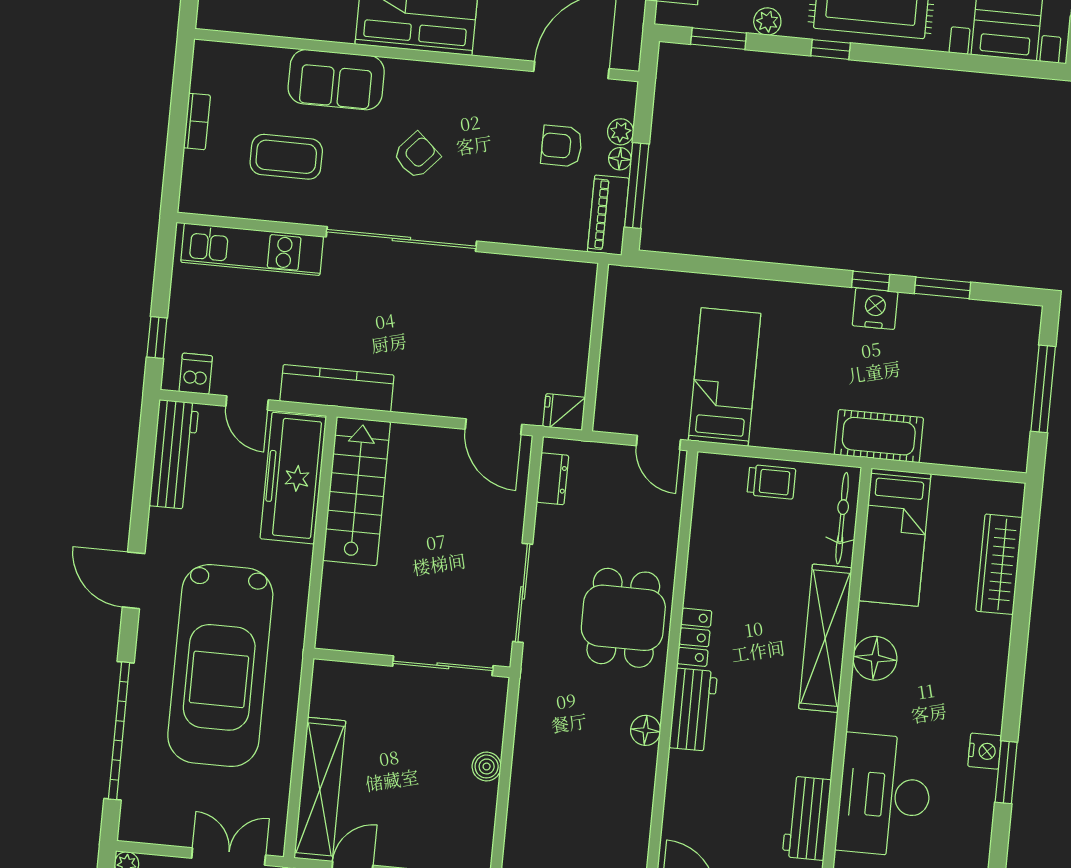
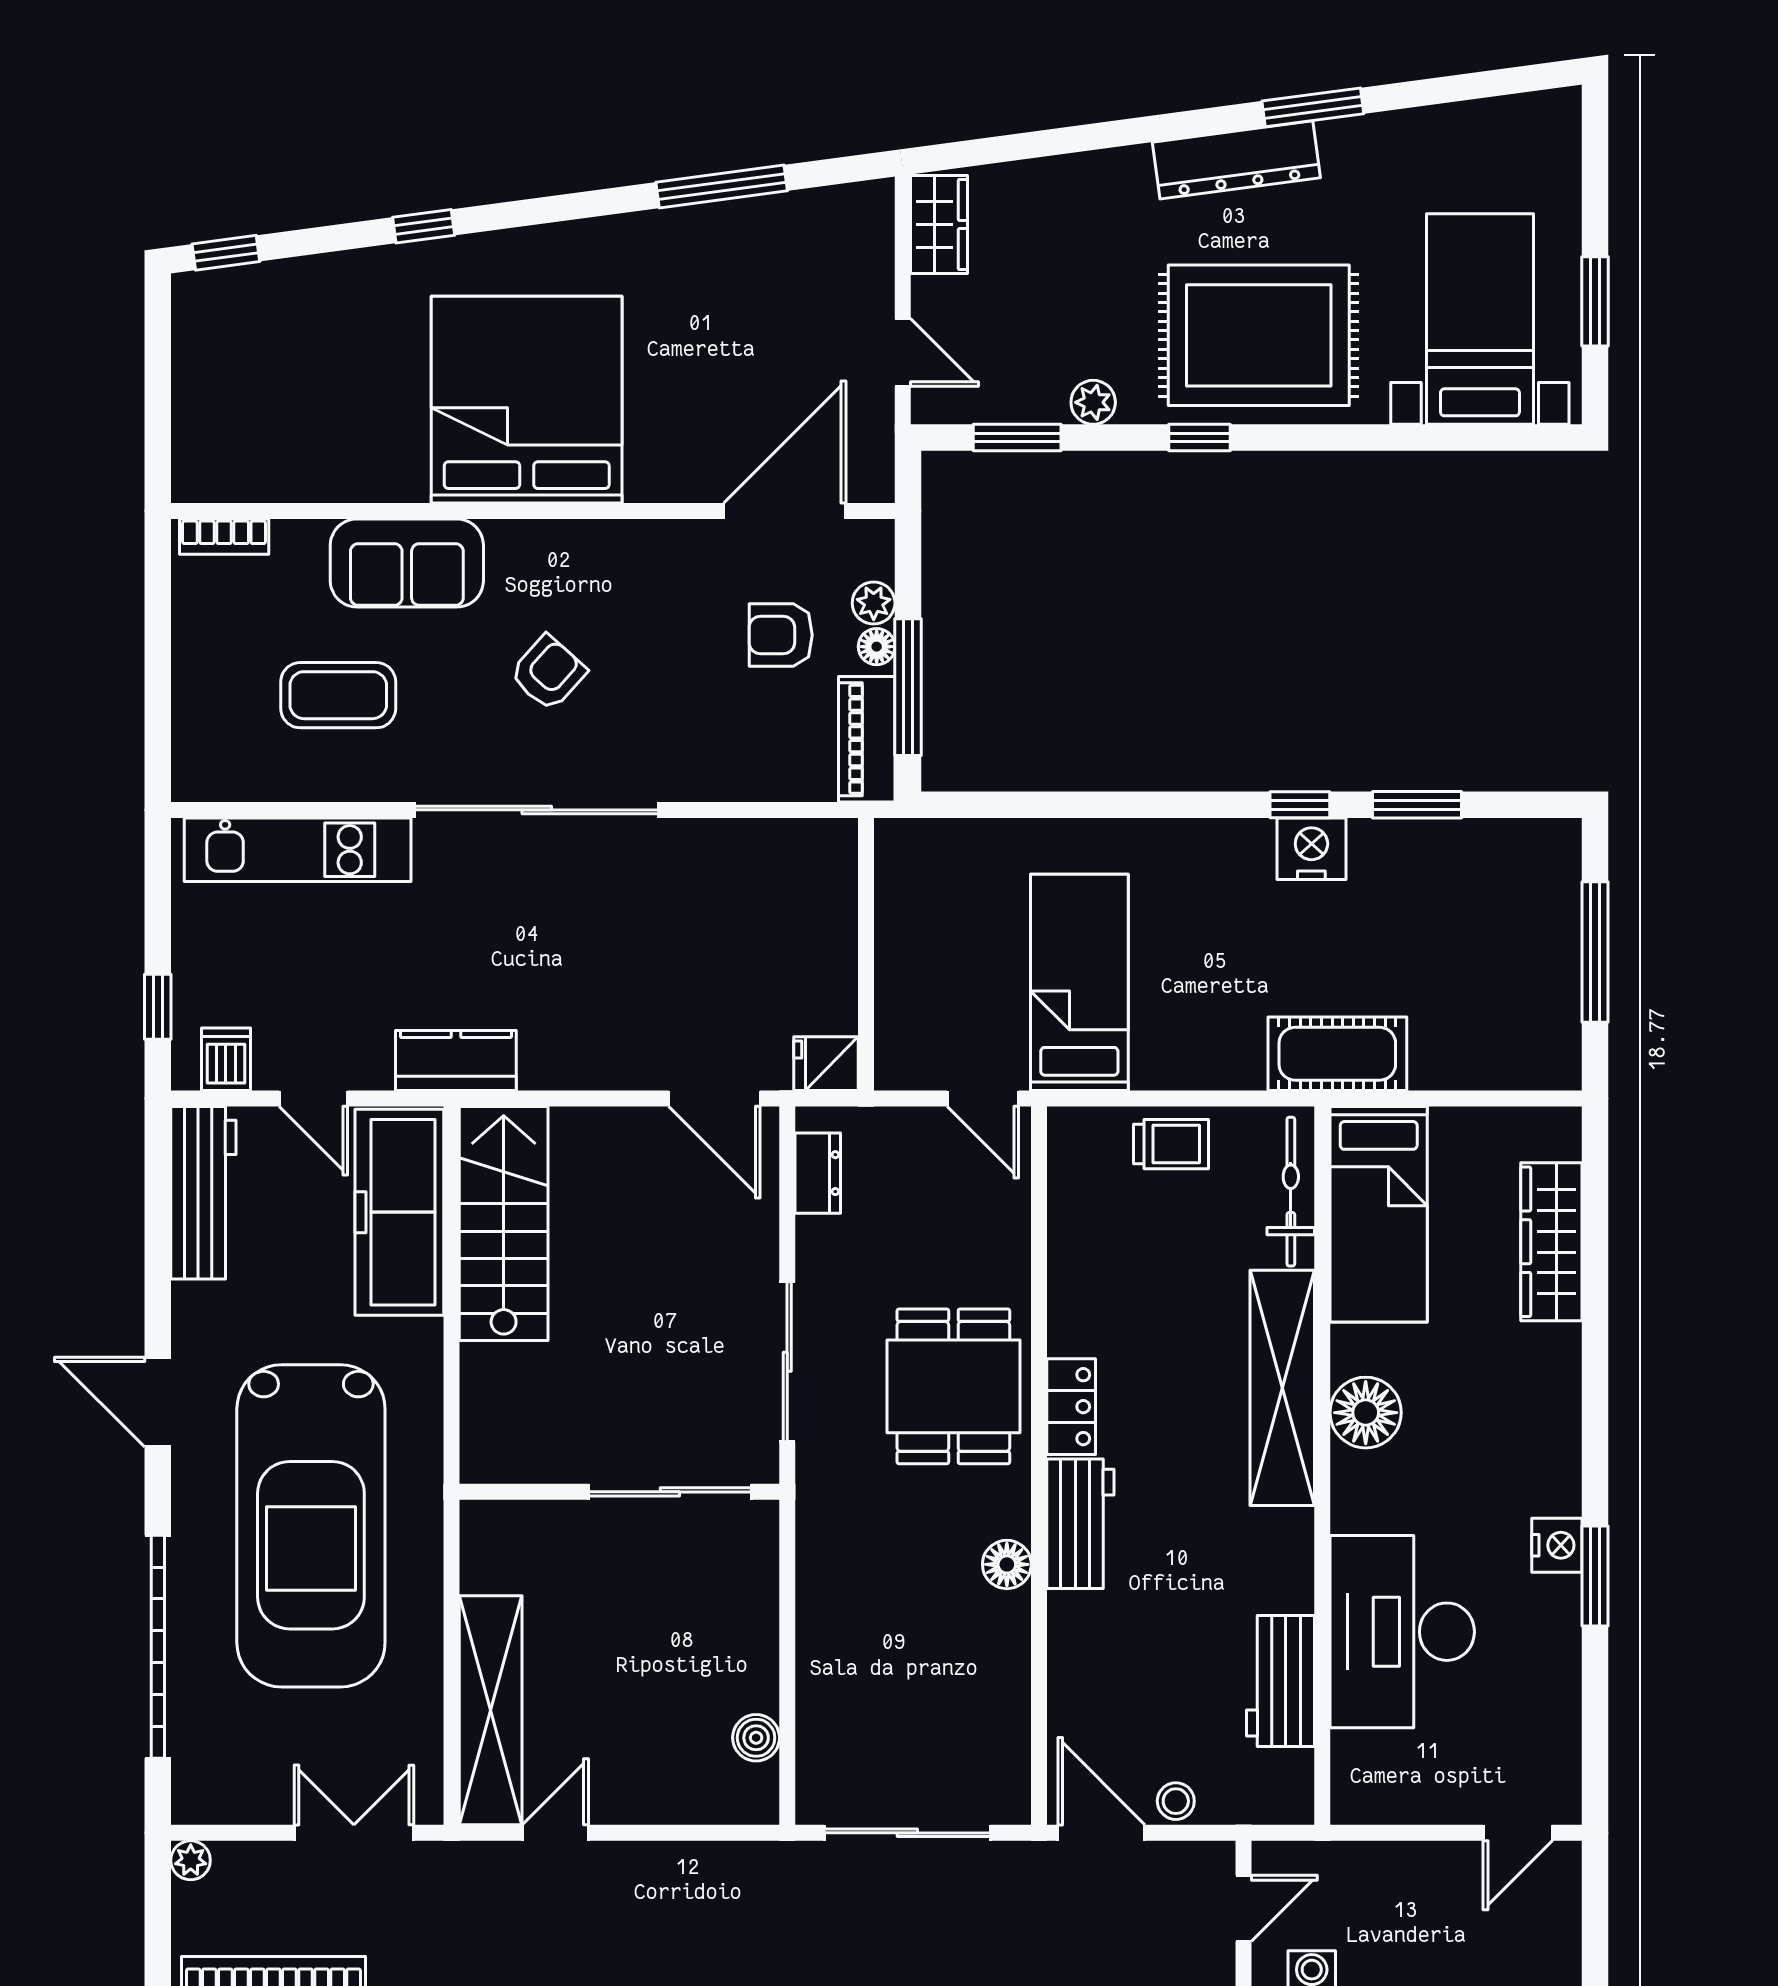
bookcase: (197, 121) -> (224, 537), moved, turned 90
kitchen counter: (337, 388) -> (456, 1060), width x0.67
boiler: (487, 766) -> (756, 1738), moved

